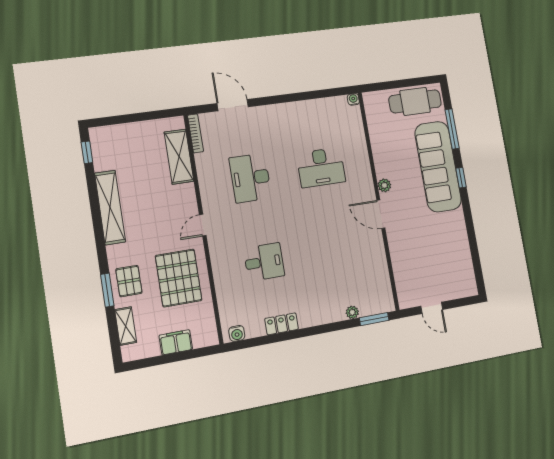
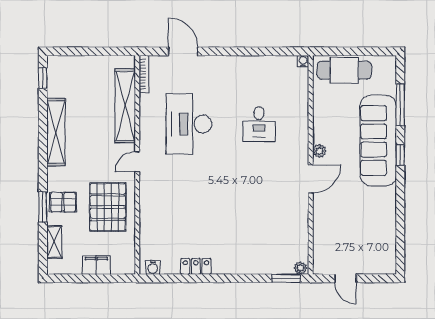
cafe table: (415, 101) -> (344, 70), moved
shelving: (179, 157) -> (125, 106), width x1.47
desk: (321, 168) -> (259, 124), width x0.73
desk: (250, 178) -> (189, 124), width x1.36, depth x1.30
door: (381, 214) -> (311, 179), swing flipped
desk: (264, 262) -> (189, 206), removed
pallet: (129, 281) -> (63, 202), turned 90
plant: (352, 312) -> (300, 268), moved

